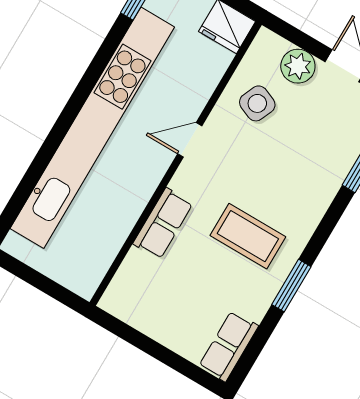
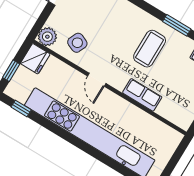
plant: (298, 66) -> (47, 37), moved

